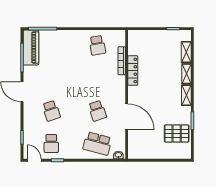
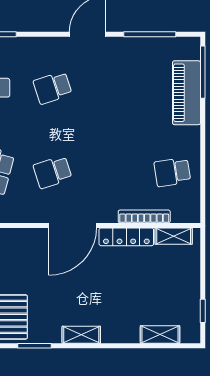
piano: (31, 48) -> (186, 93), moved, turned 90
shelving: (187, 74) -> (174, 236), moved
door: (127, 117) -> (73, 225), moved

